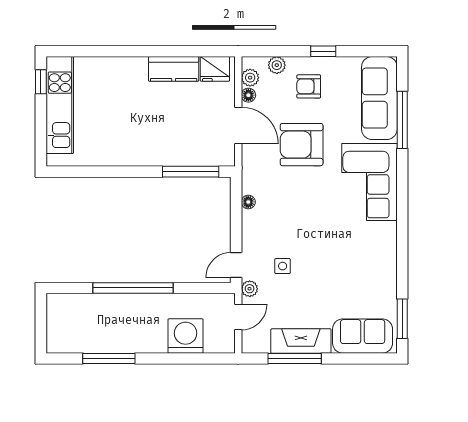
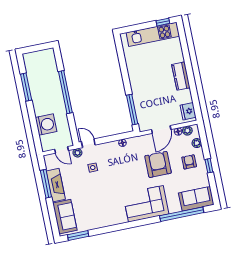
kitchen counter: (174, 69) -> (181, 76), moved
sofa: (379, 98) -> (196, 199), width x0.73
window: (402, 120) -> (182, 214), width x1.46

